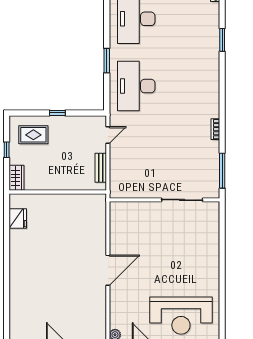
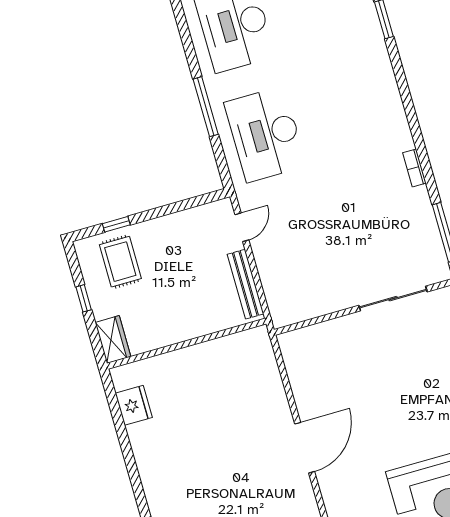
window: (107, 61) -> (206, 107), width x1.44
window: (57, 113) -> (116, 224), moved
rug: (33, 135) -> (120, 262), turned 90
bench: (101, 168) -> (245, 284), width x1.36

